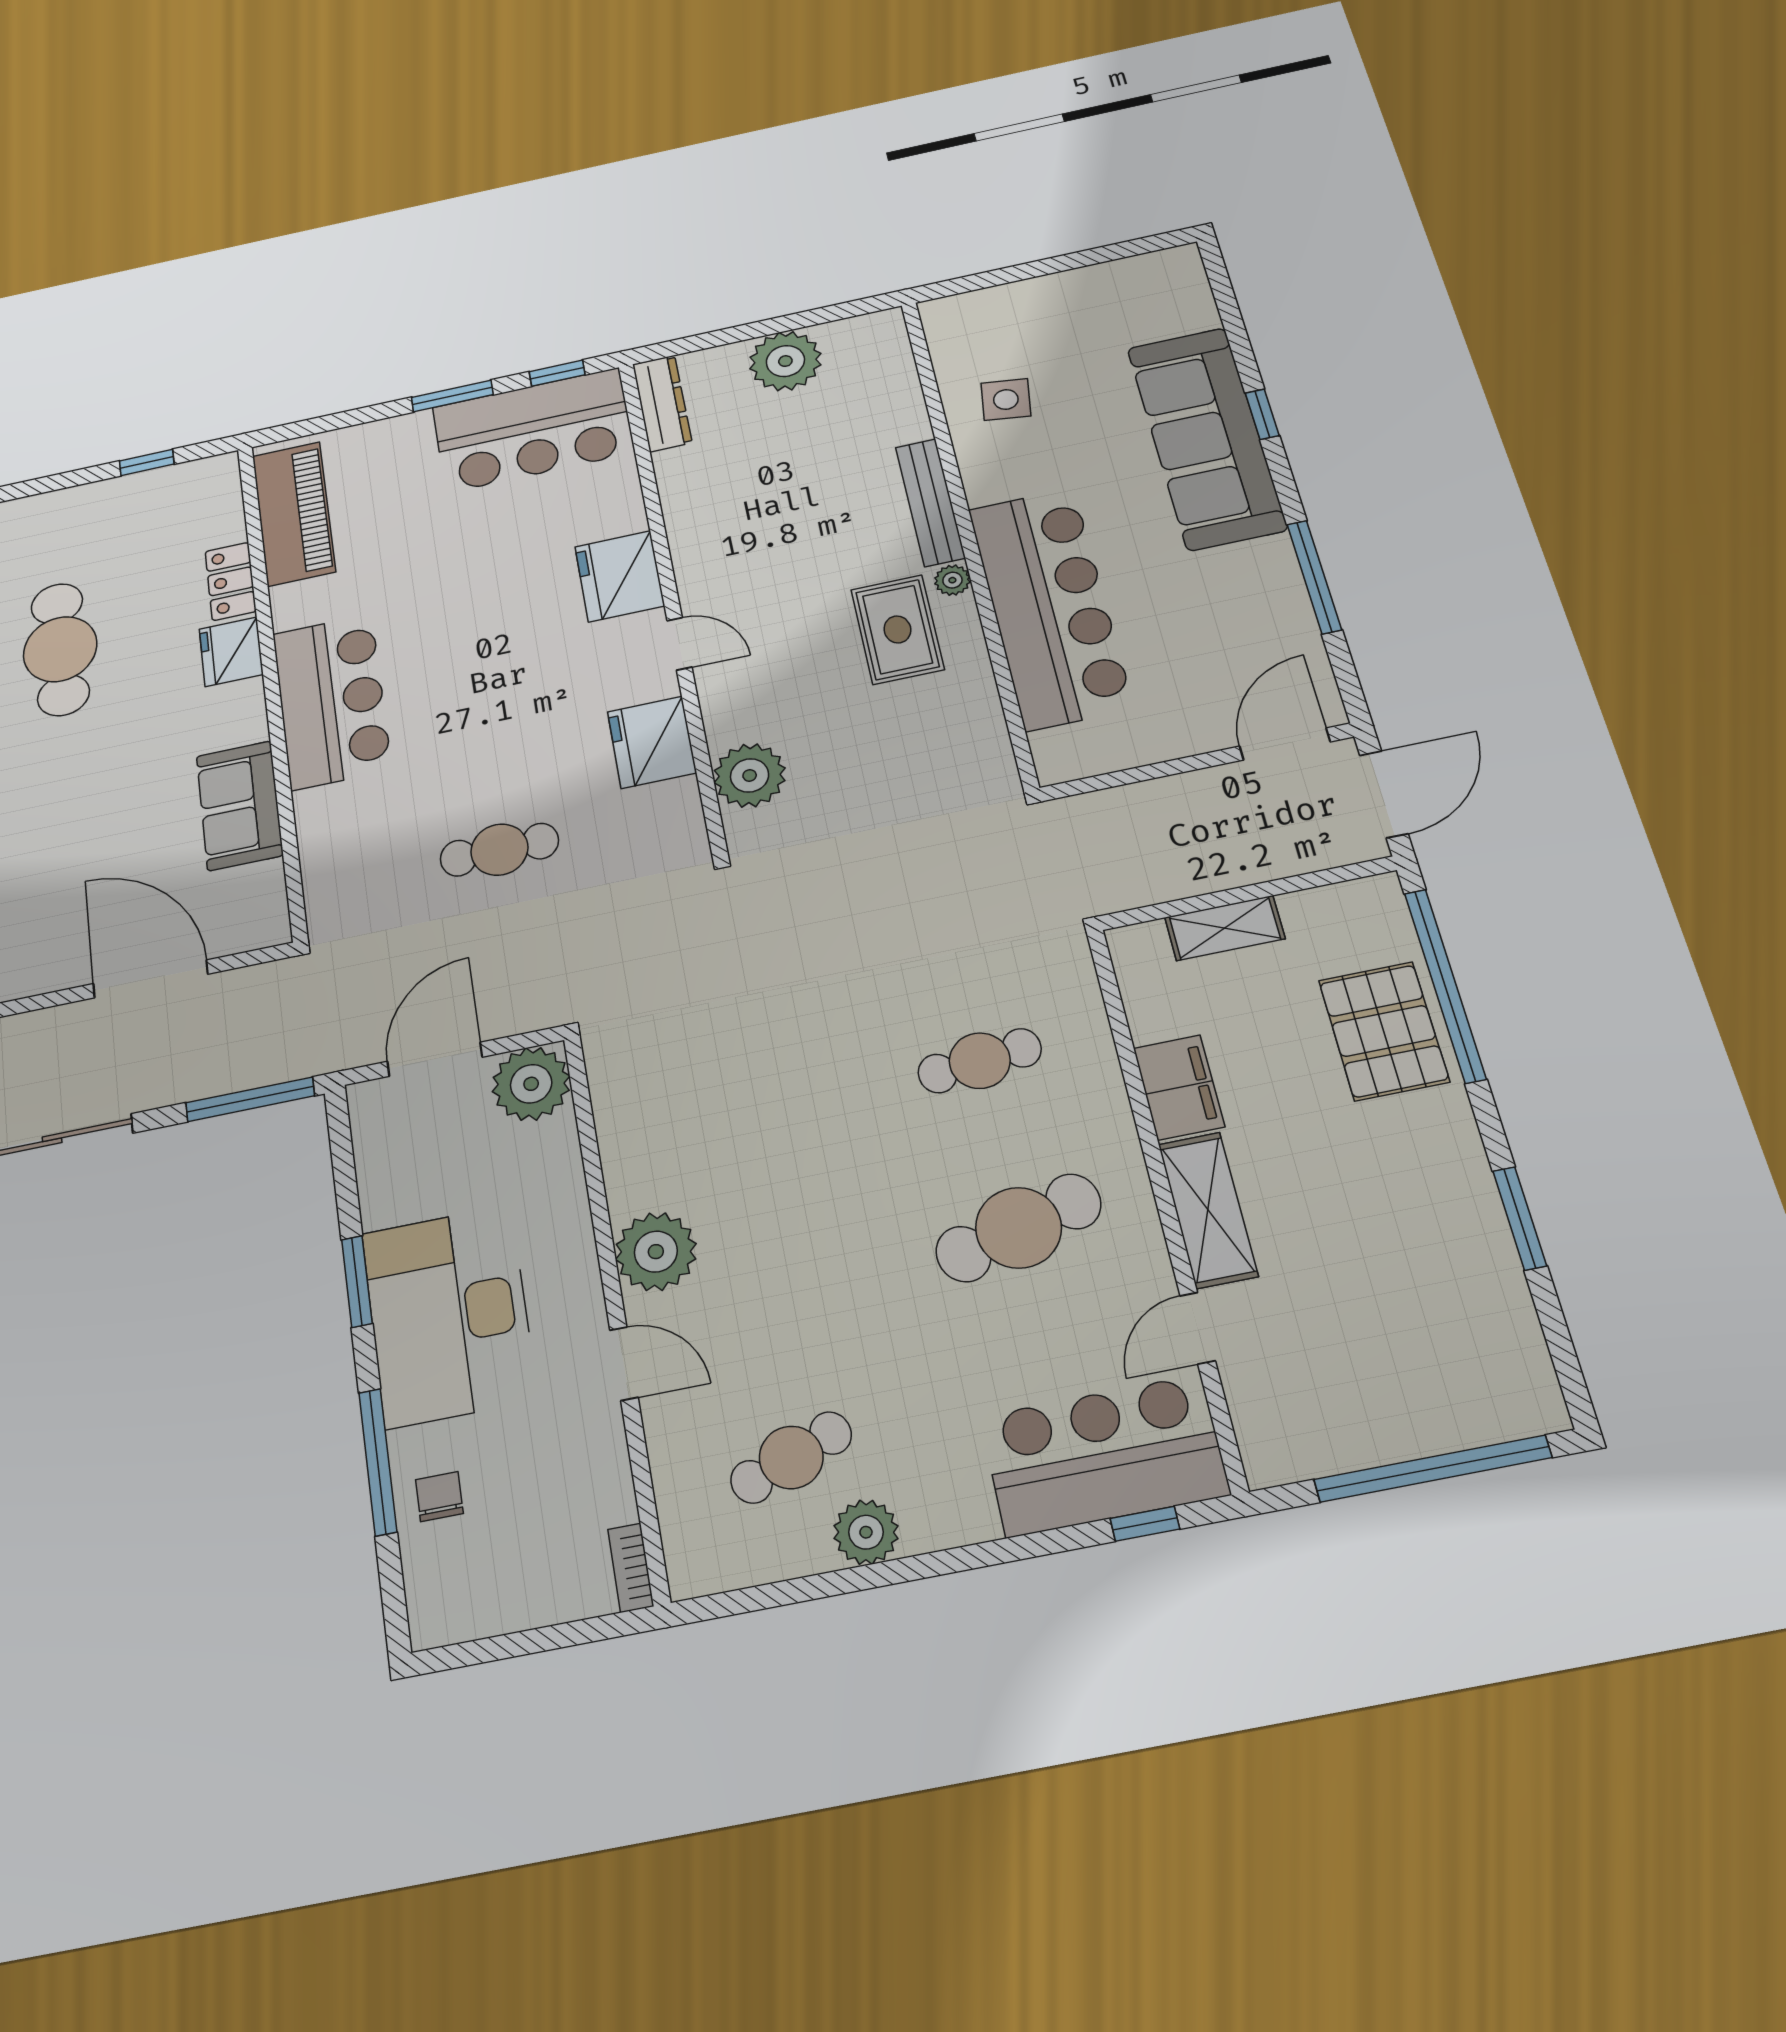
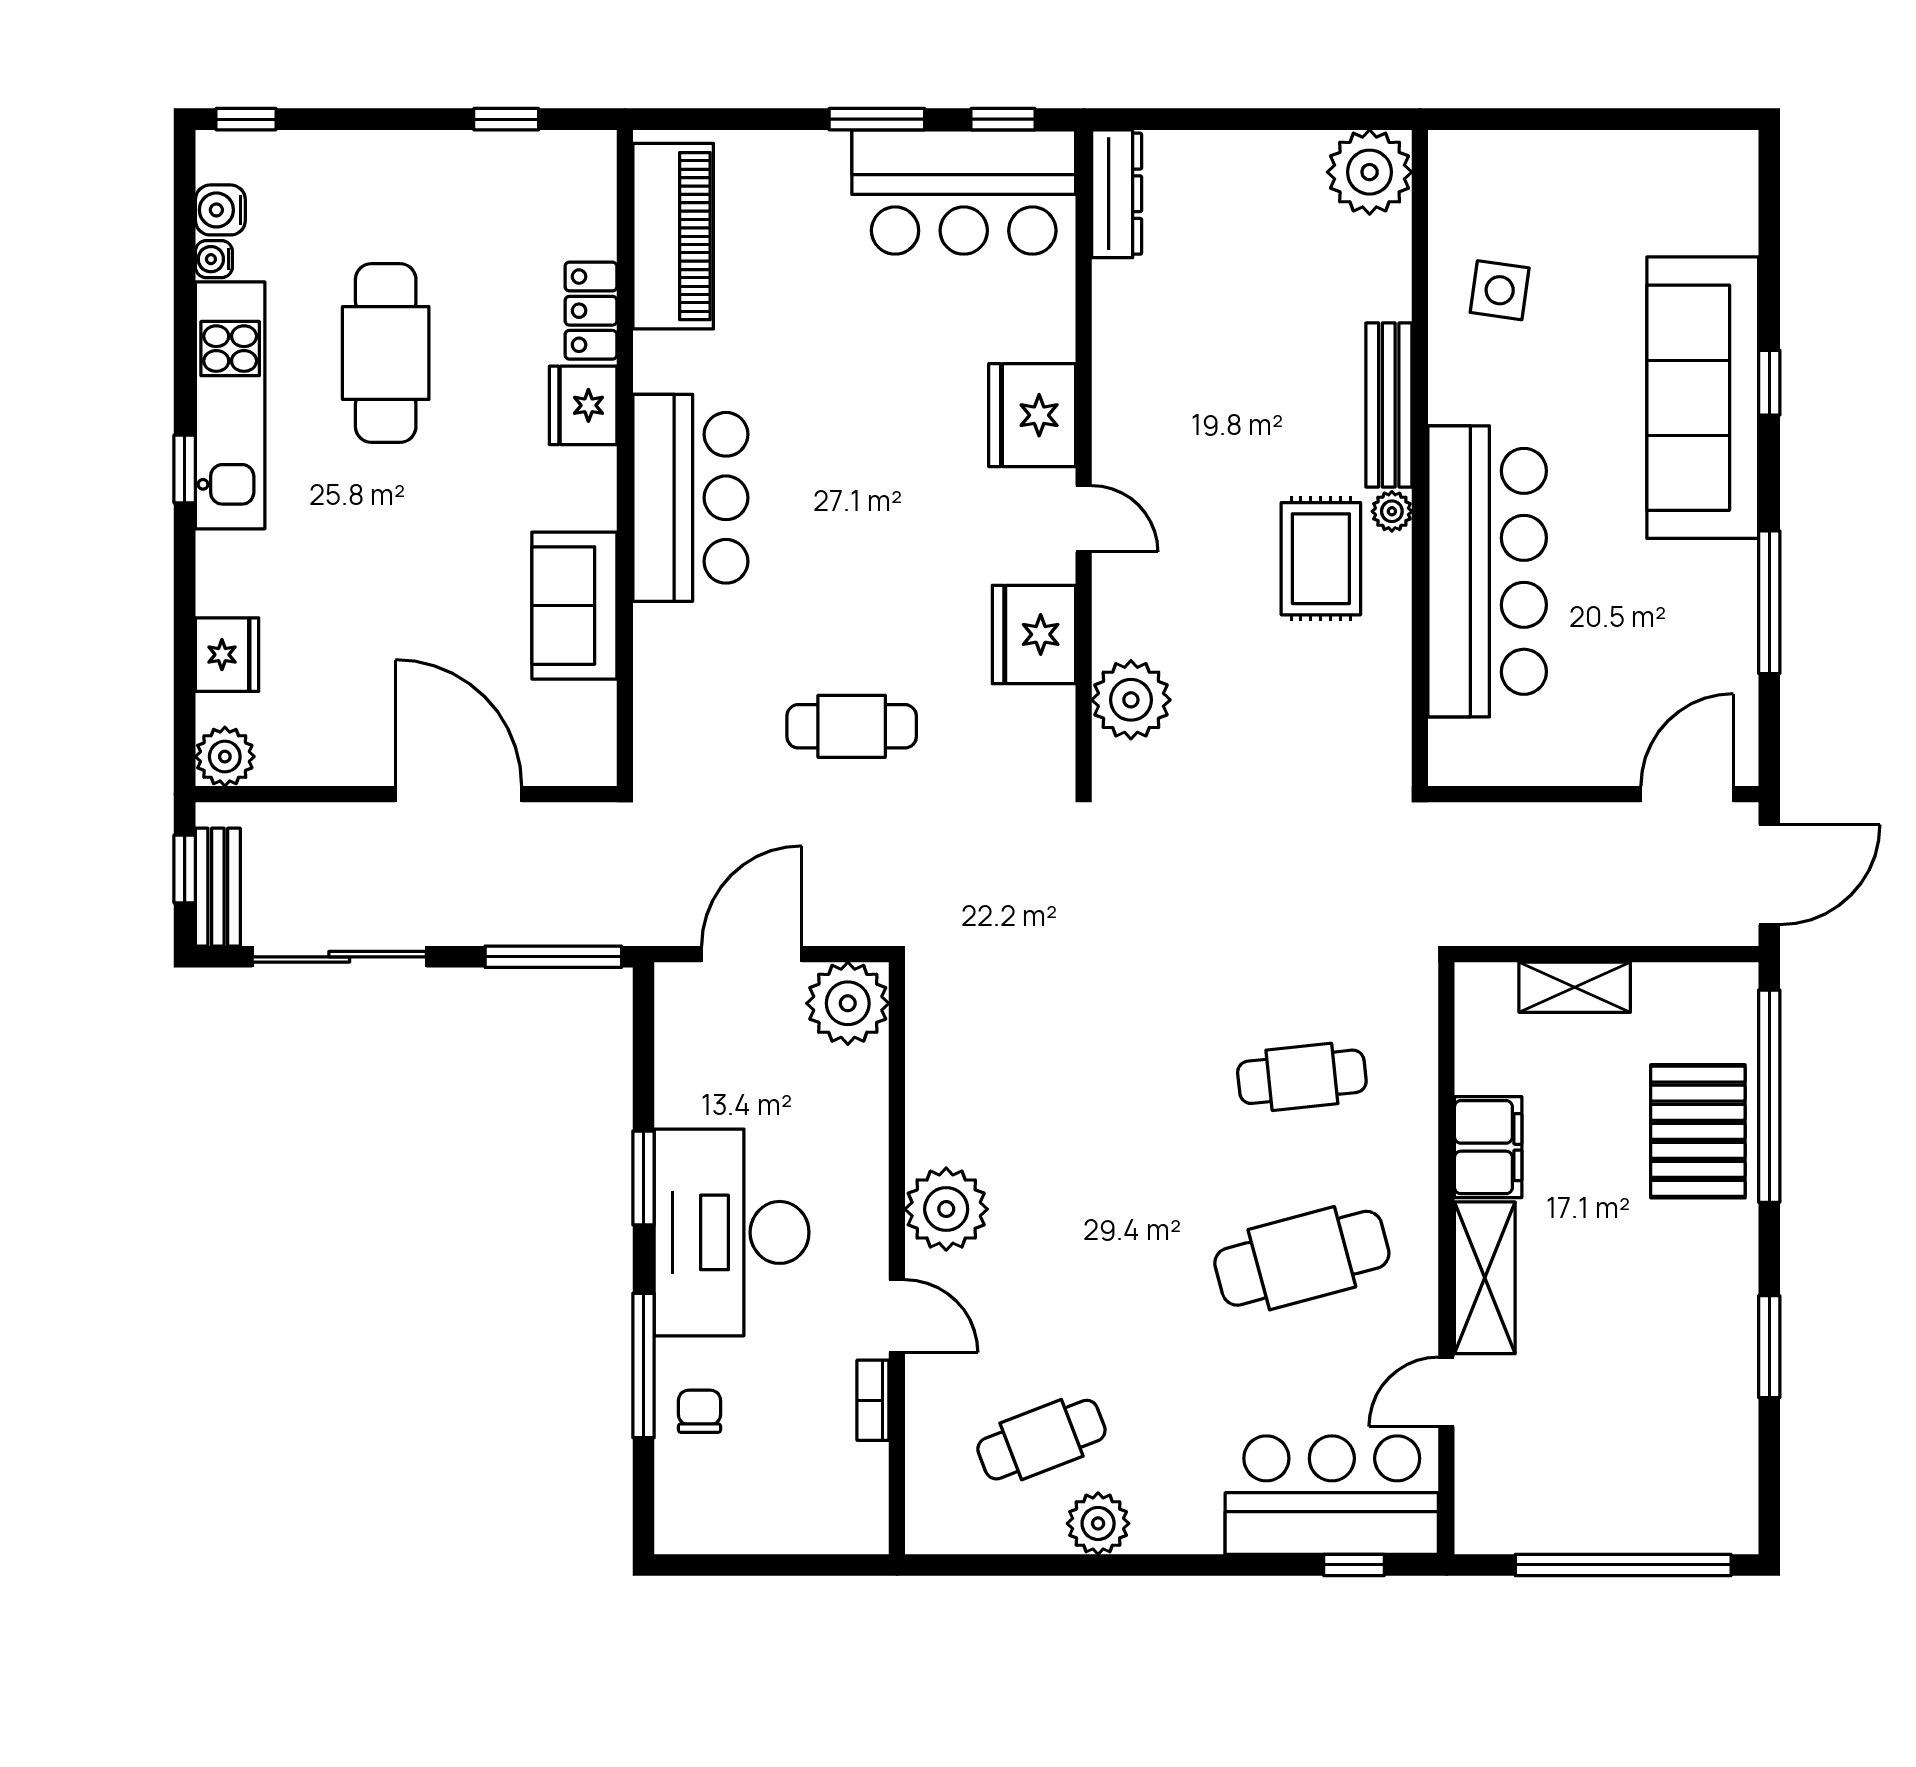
plant: (785, 361) -> (1370, 172), moved
bookcase: (631, 1568) -> (873, 1400), moved

